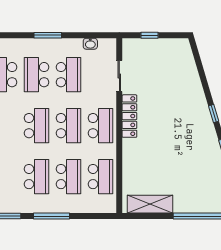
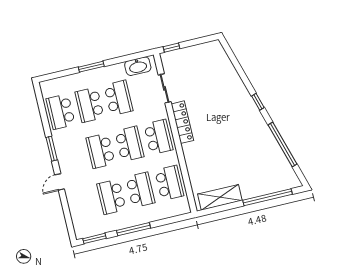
window: (149, 35) -> (172, 48), moved
washbasin: (90, 44) -> (138, 66), width x1.91, depth x1.45
school desk: (37, 126) -> (101, 151), turned 180
school desk: (37, 177) -> (111, 197), turned 180

